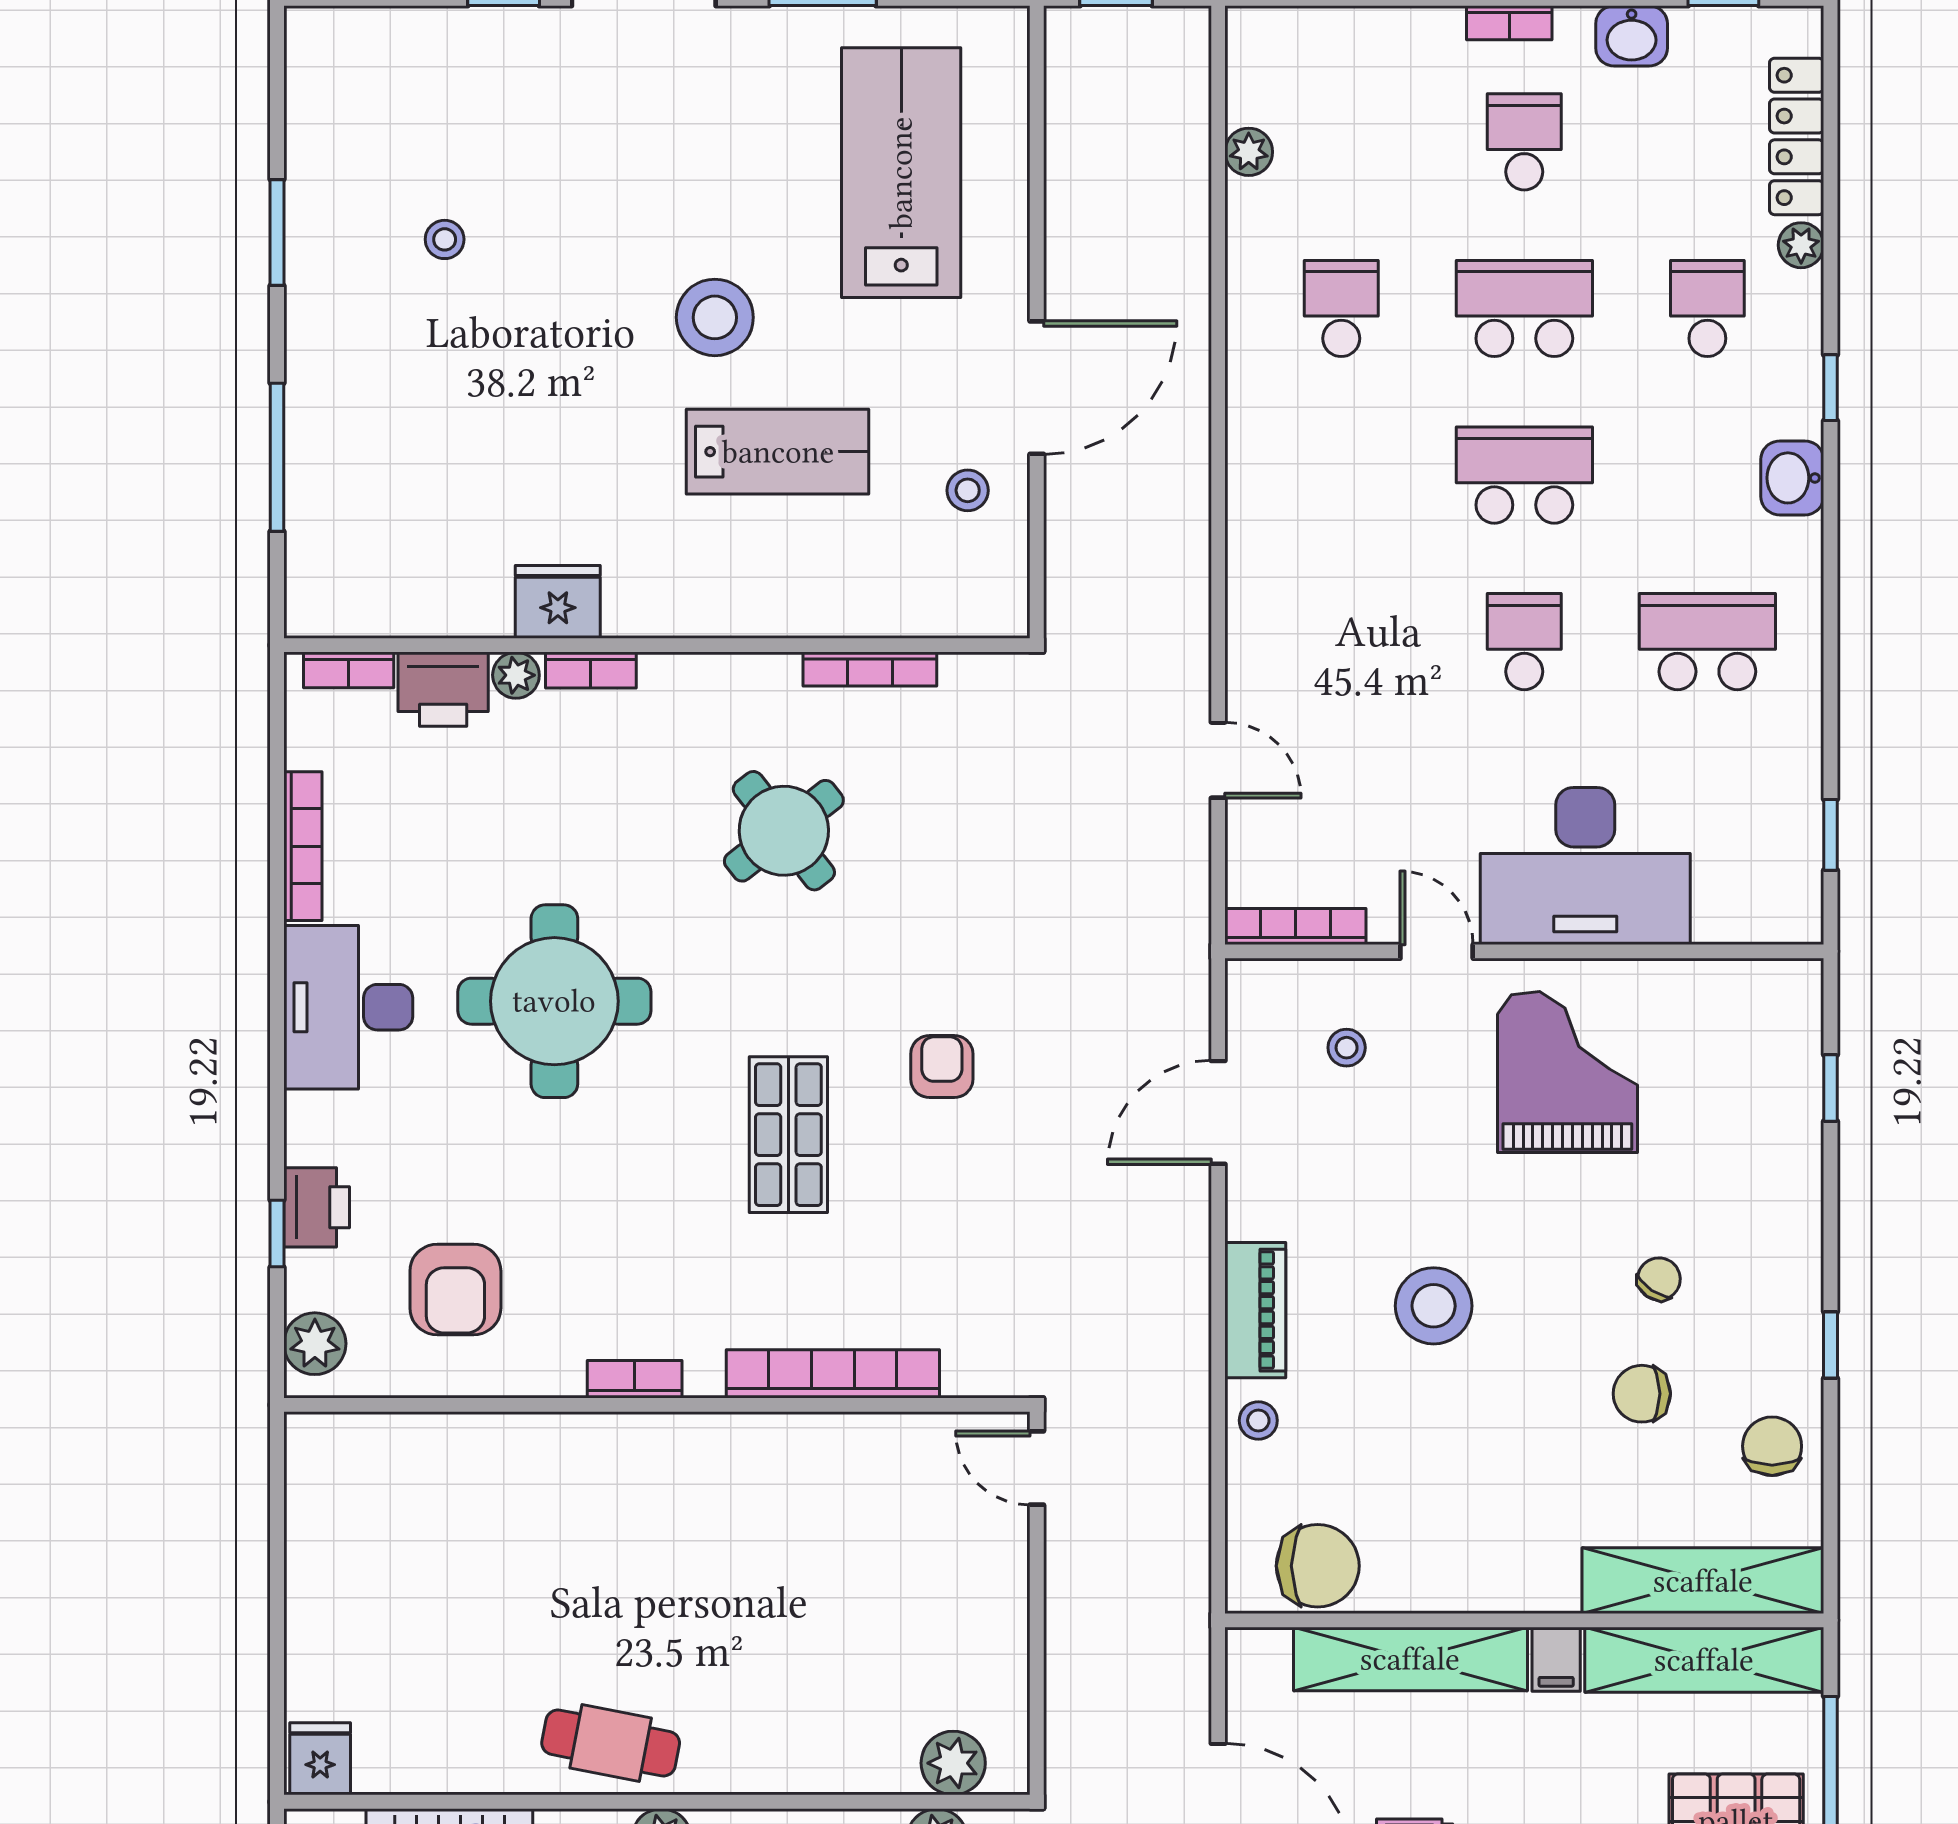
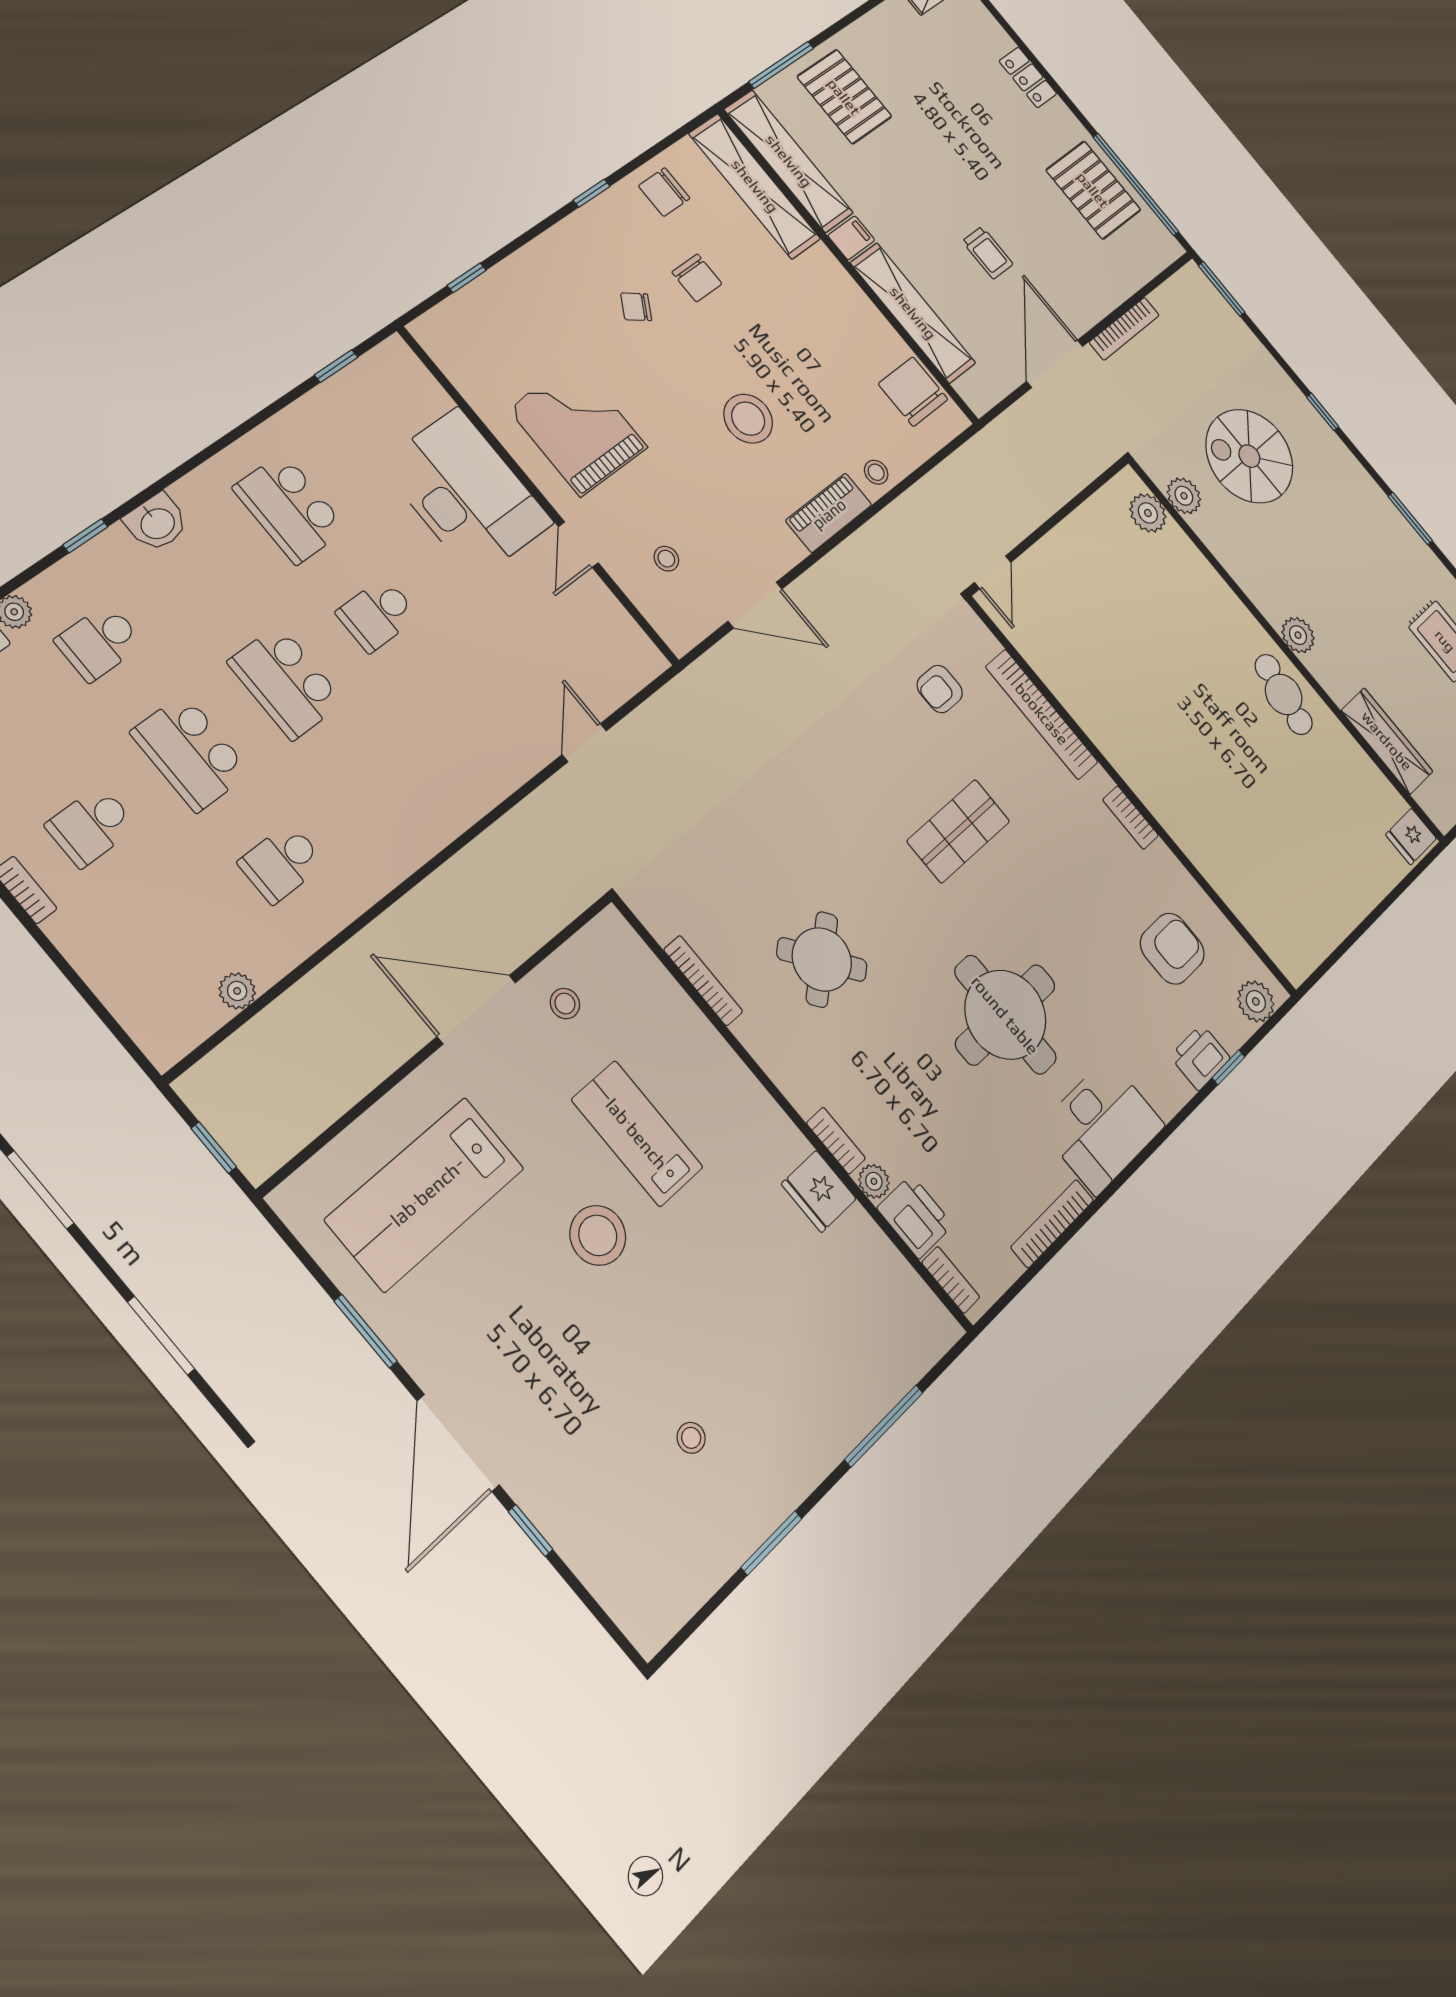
bookcase: (1295, 926) -> (631, 633), removed
armchair: (942, 1067) -> (940, 689), moved
grand piano: (1567, 1072) -> (578, 428), turned 90

